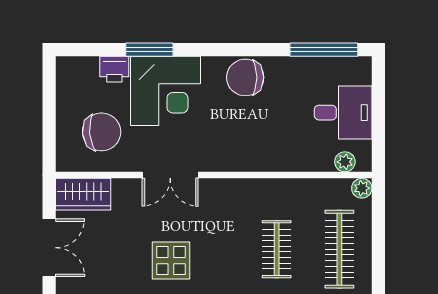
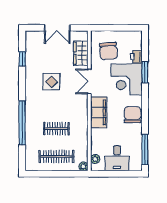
filing cabinet: (240, 154) -> (99, 112), added
wardrobe: (83, 194) -> (81, 53), moved

